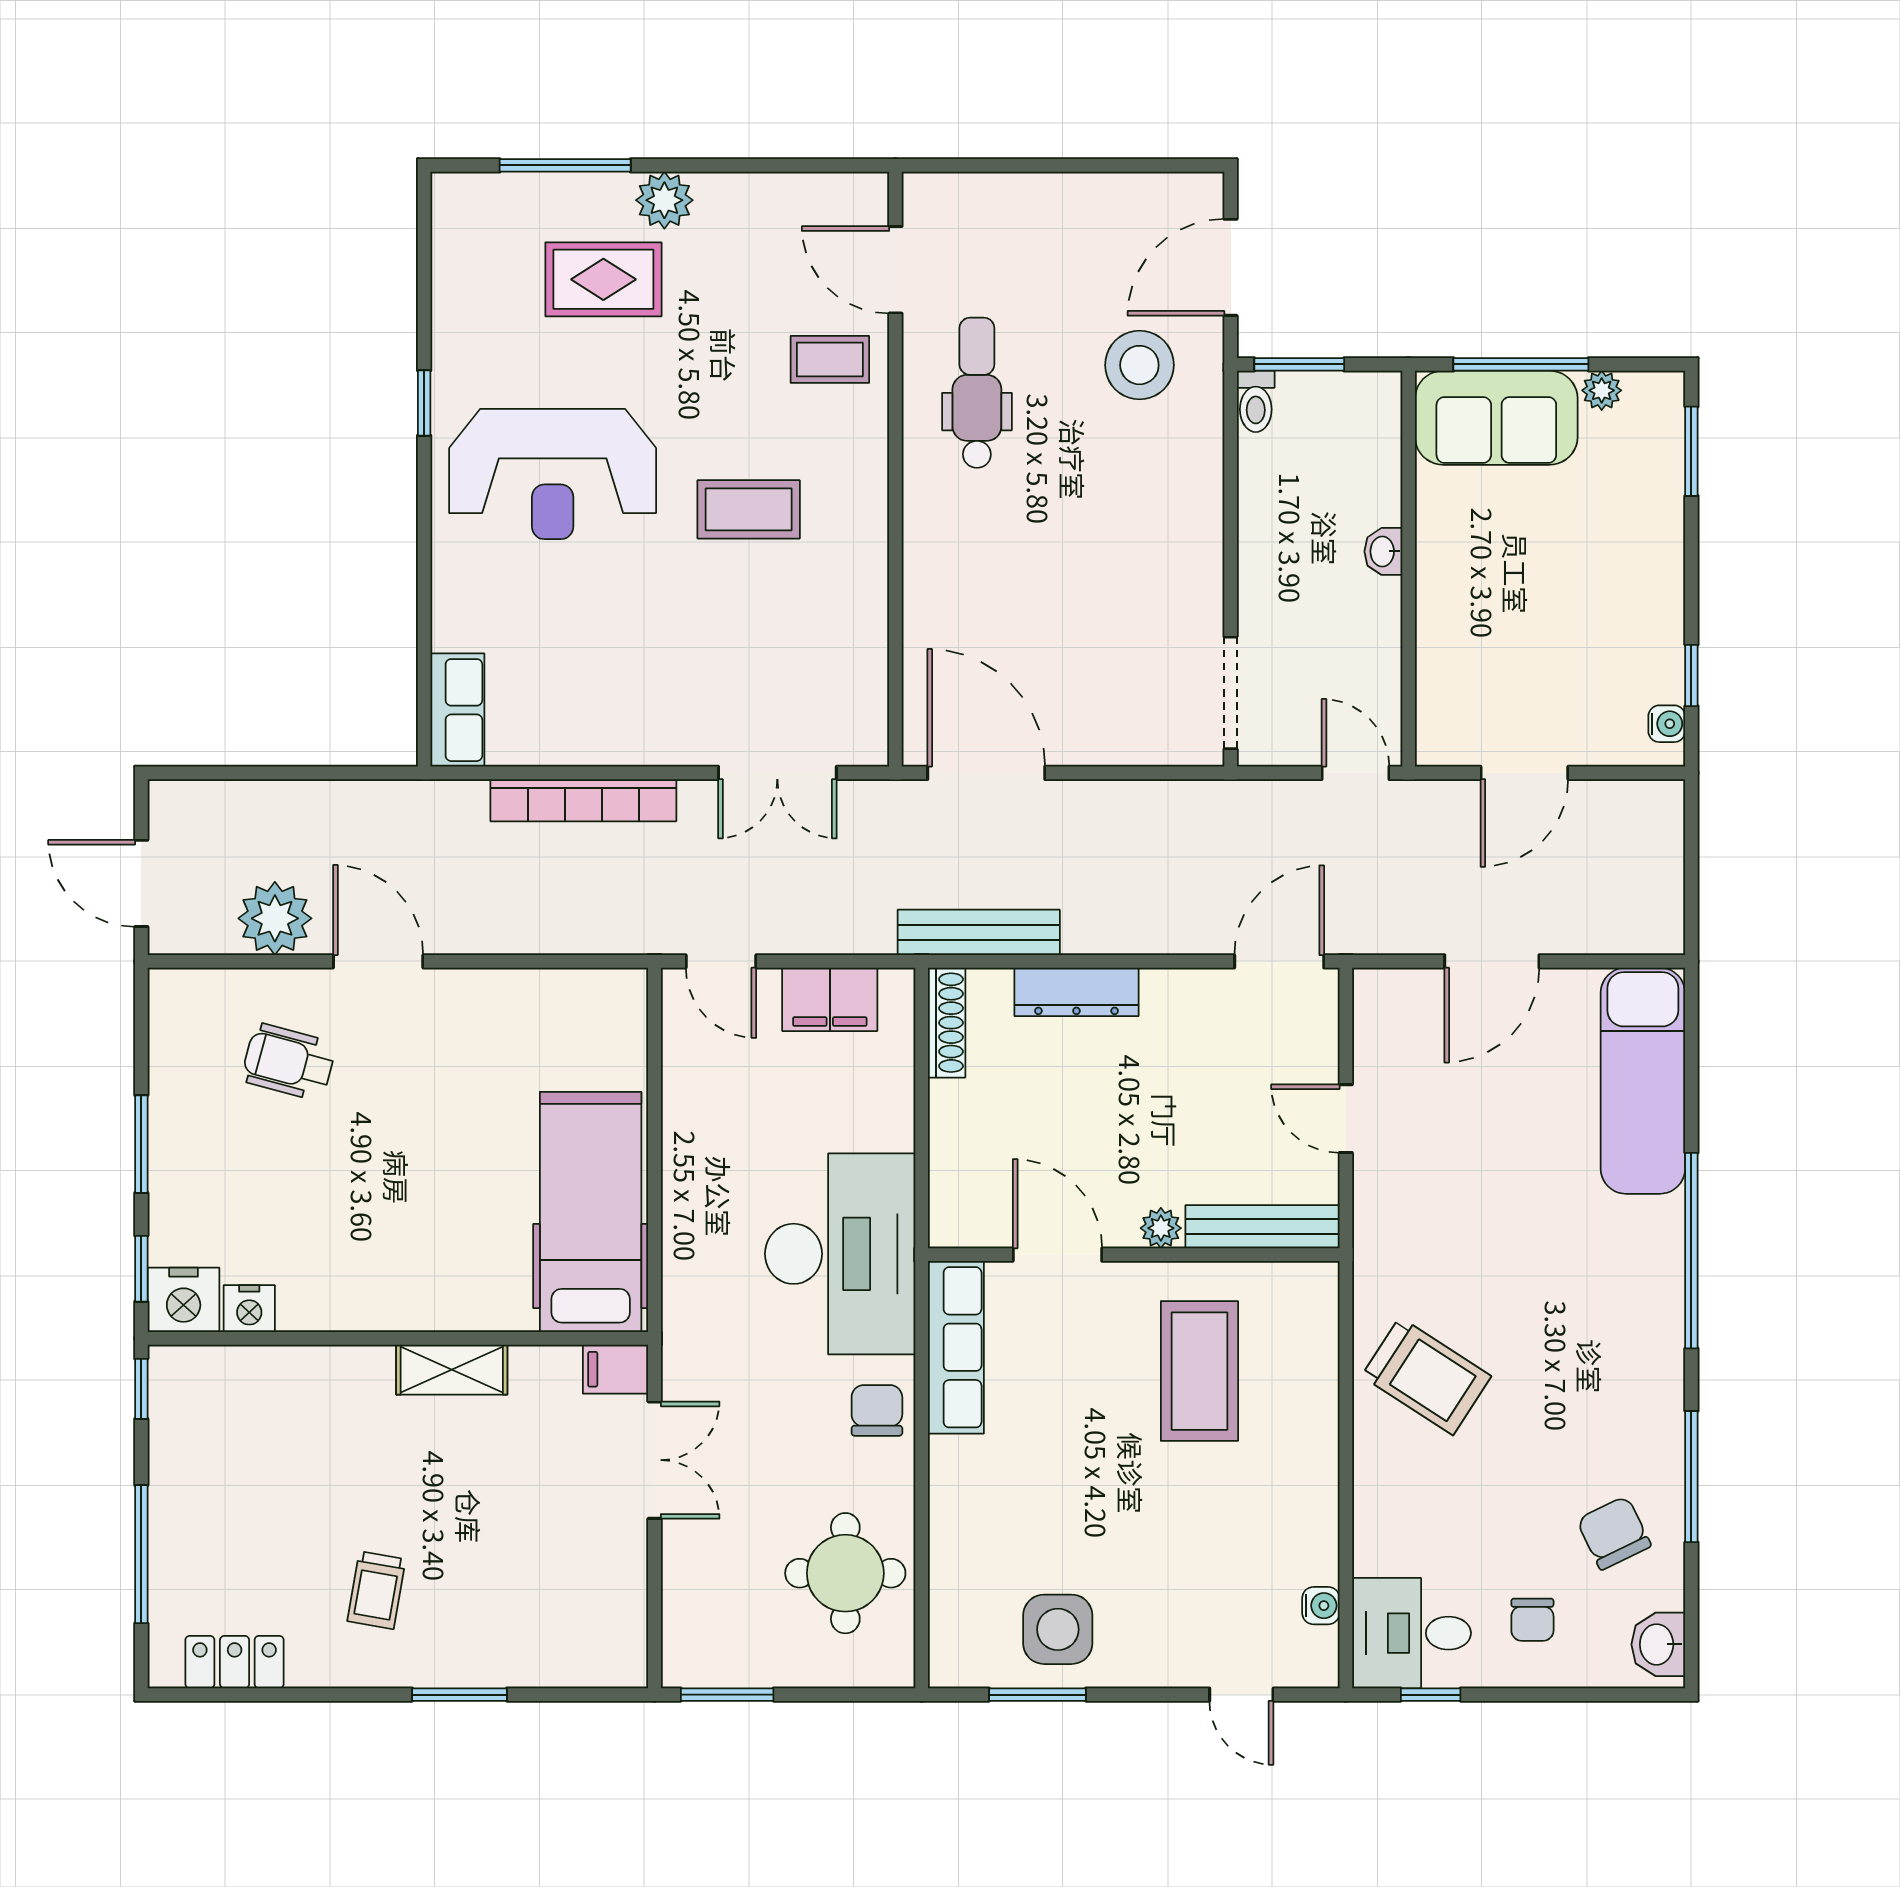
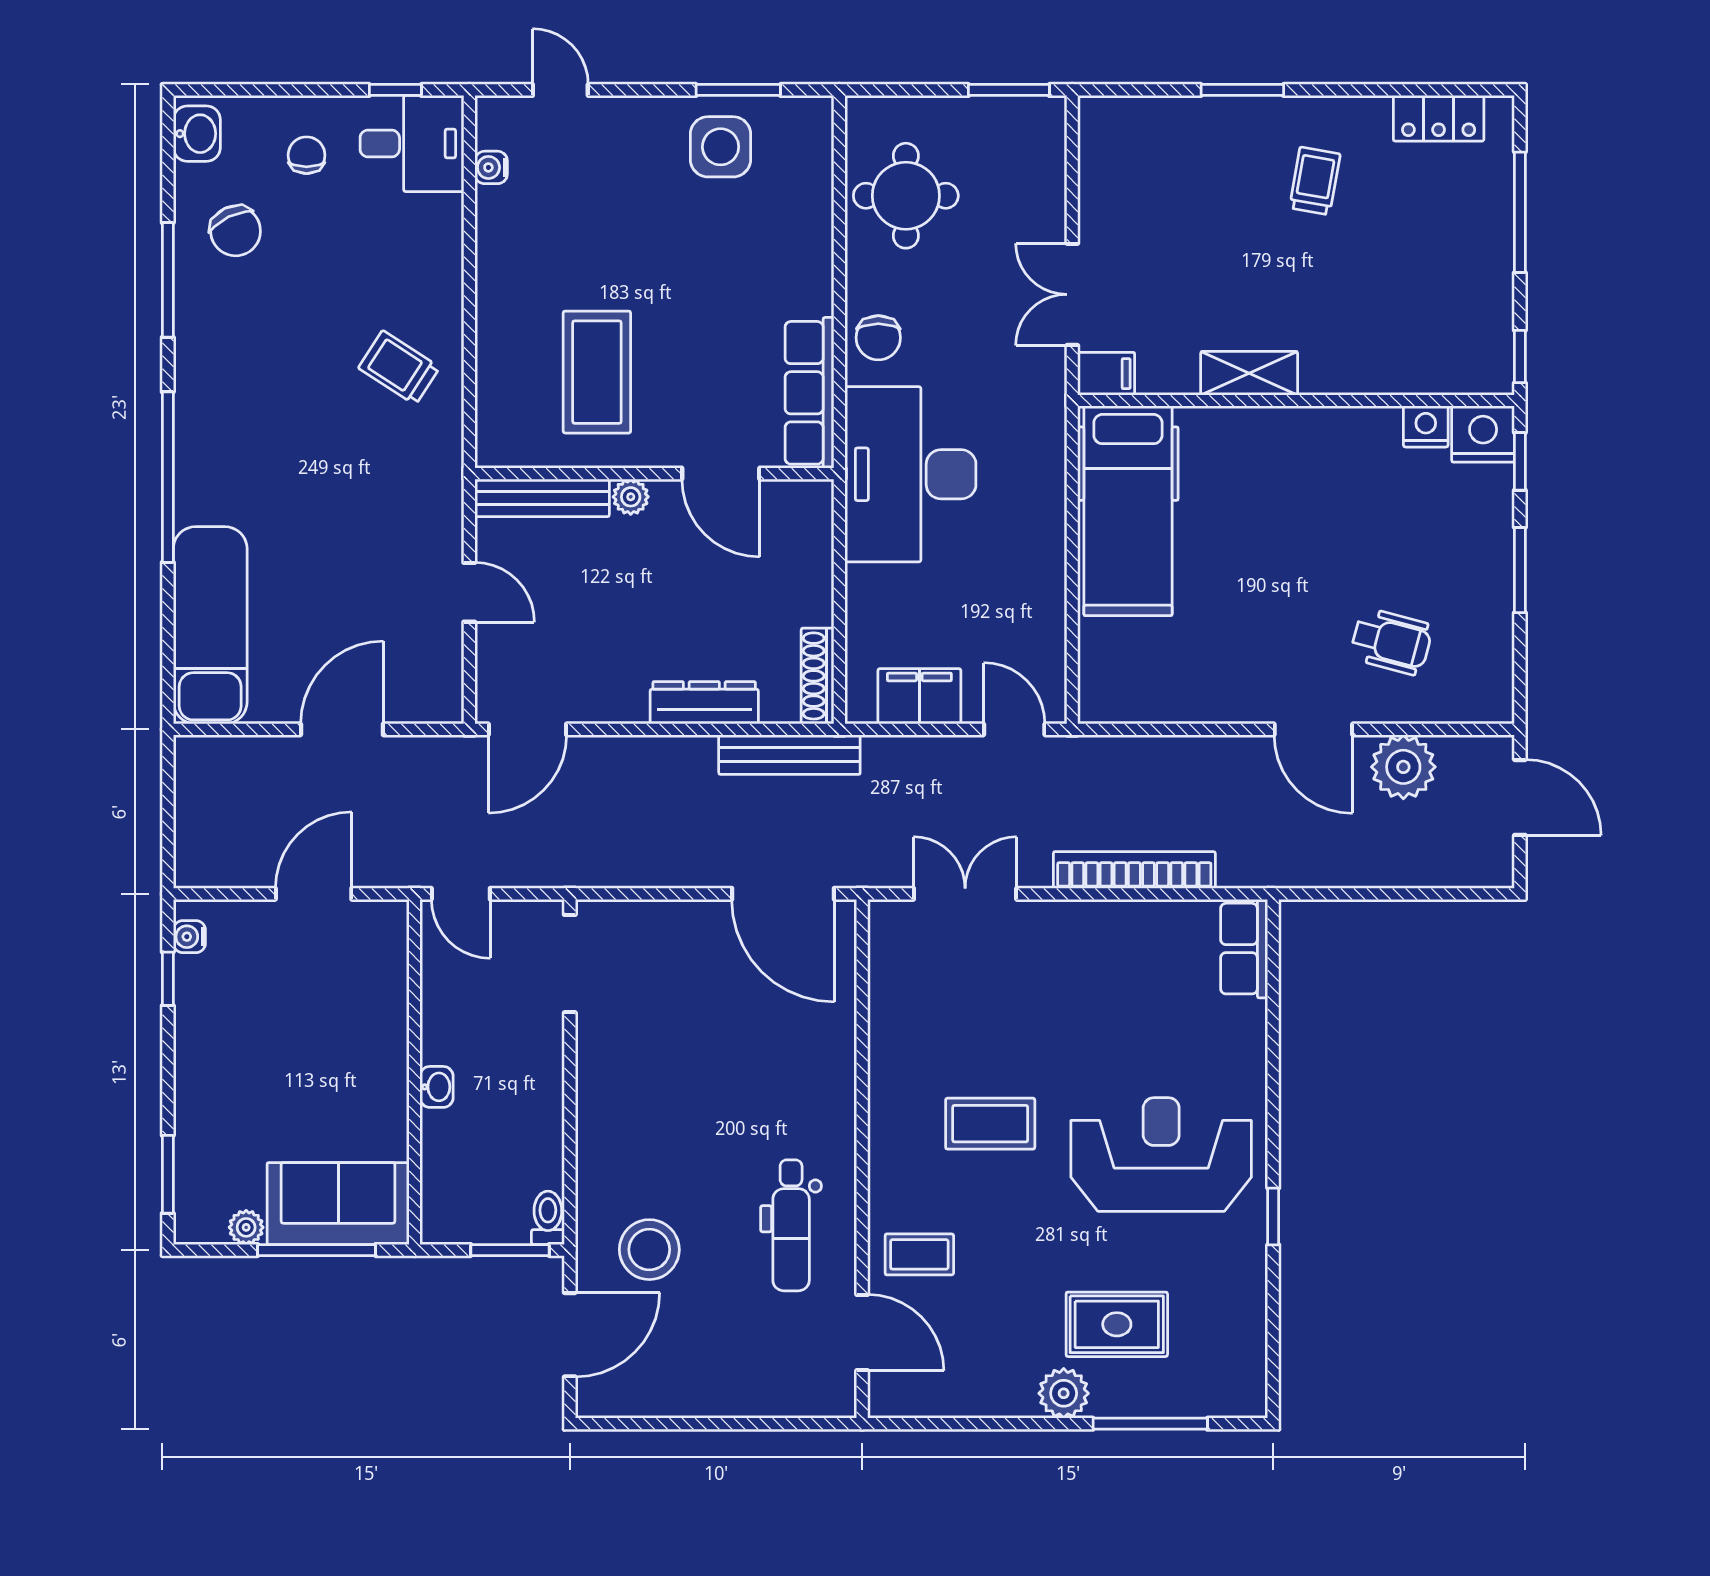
trolley: (1426, 1376) -> (399, 368), width x0.73, depth x0.72

